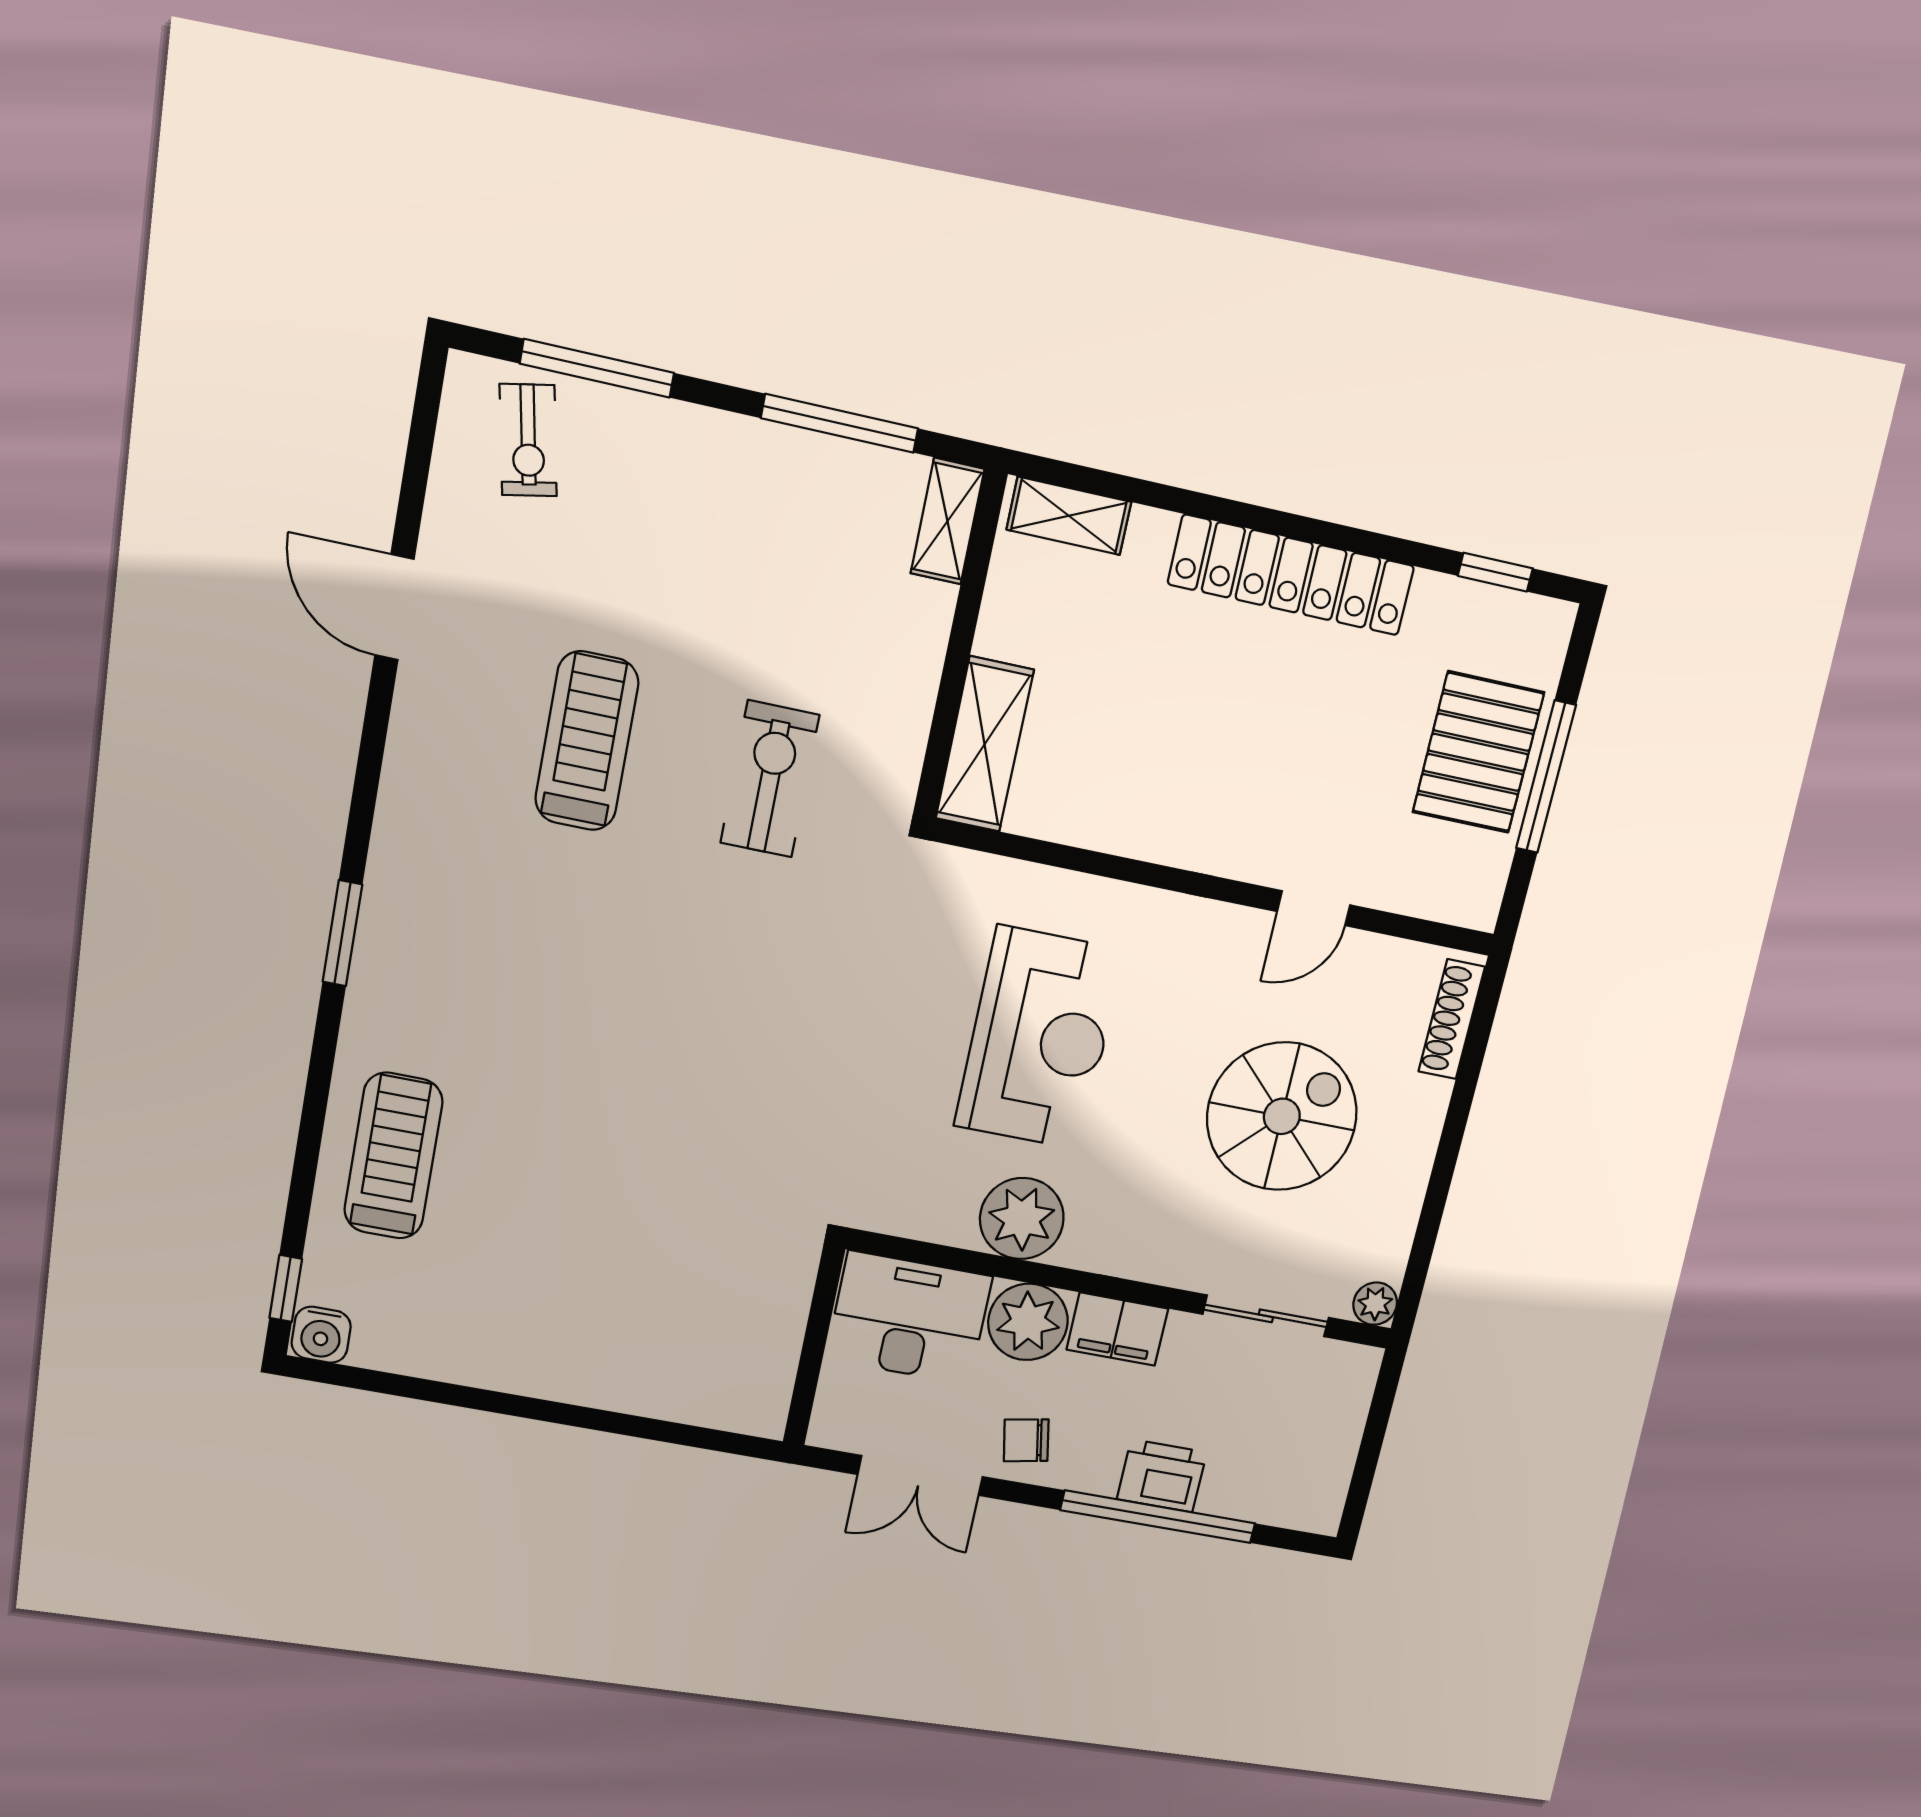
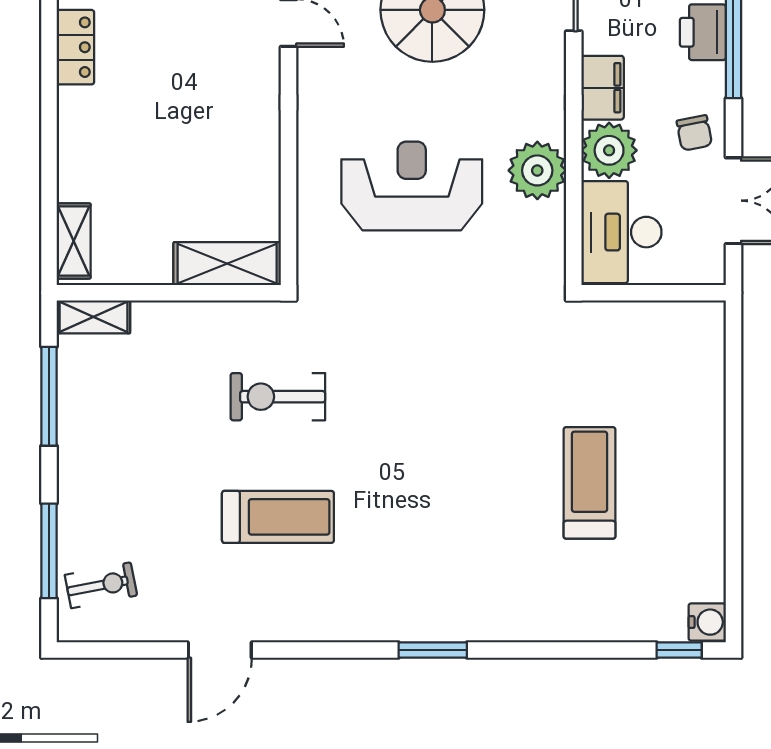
locker: (1291, 575) -> (75, 47), width x0.46, depth x0.83
treadmill: (587, 741) -> (278, 517), turned 180
treadmill: (393, 1156) -> (589, 483), moved, turned 90

